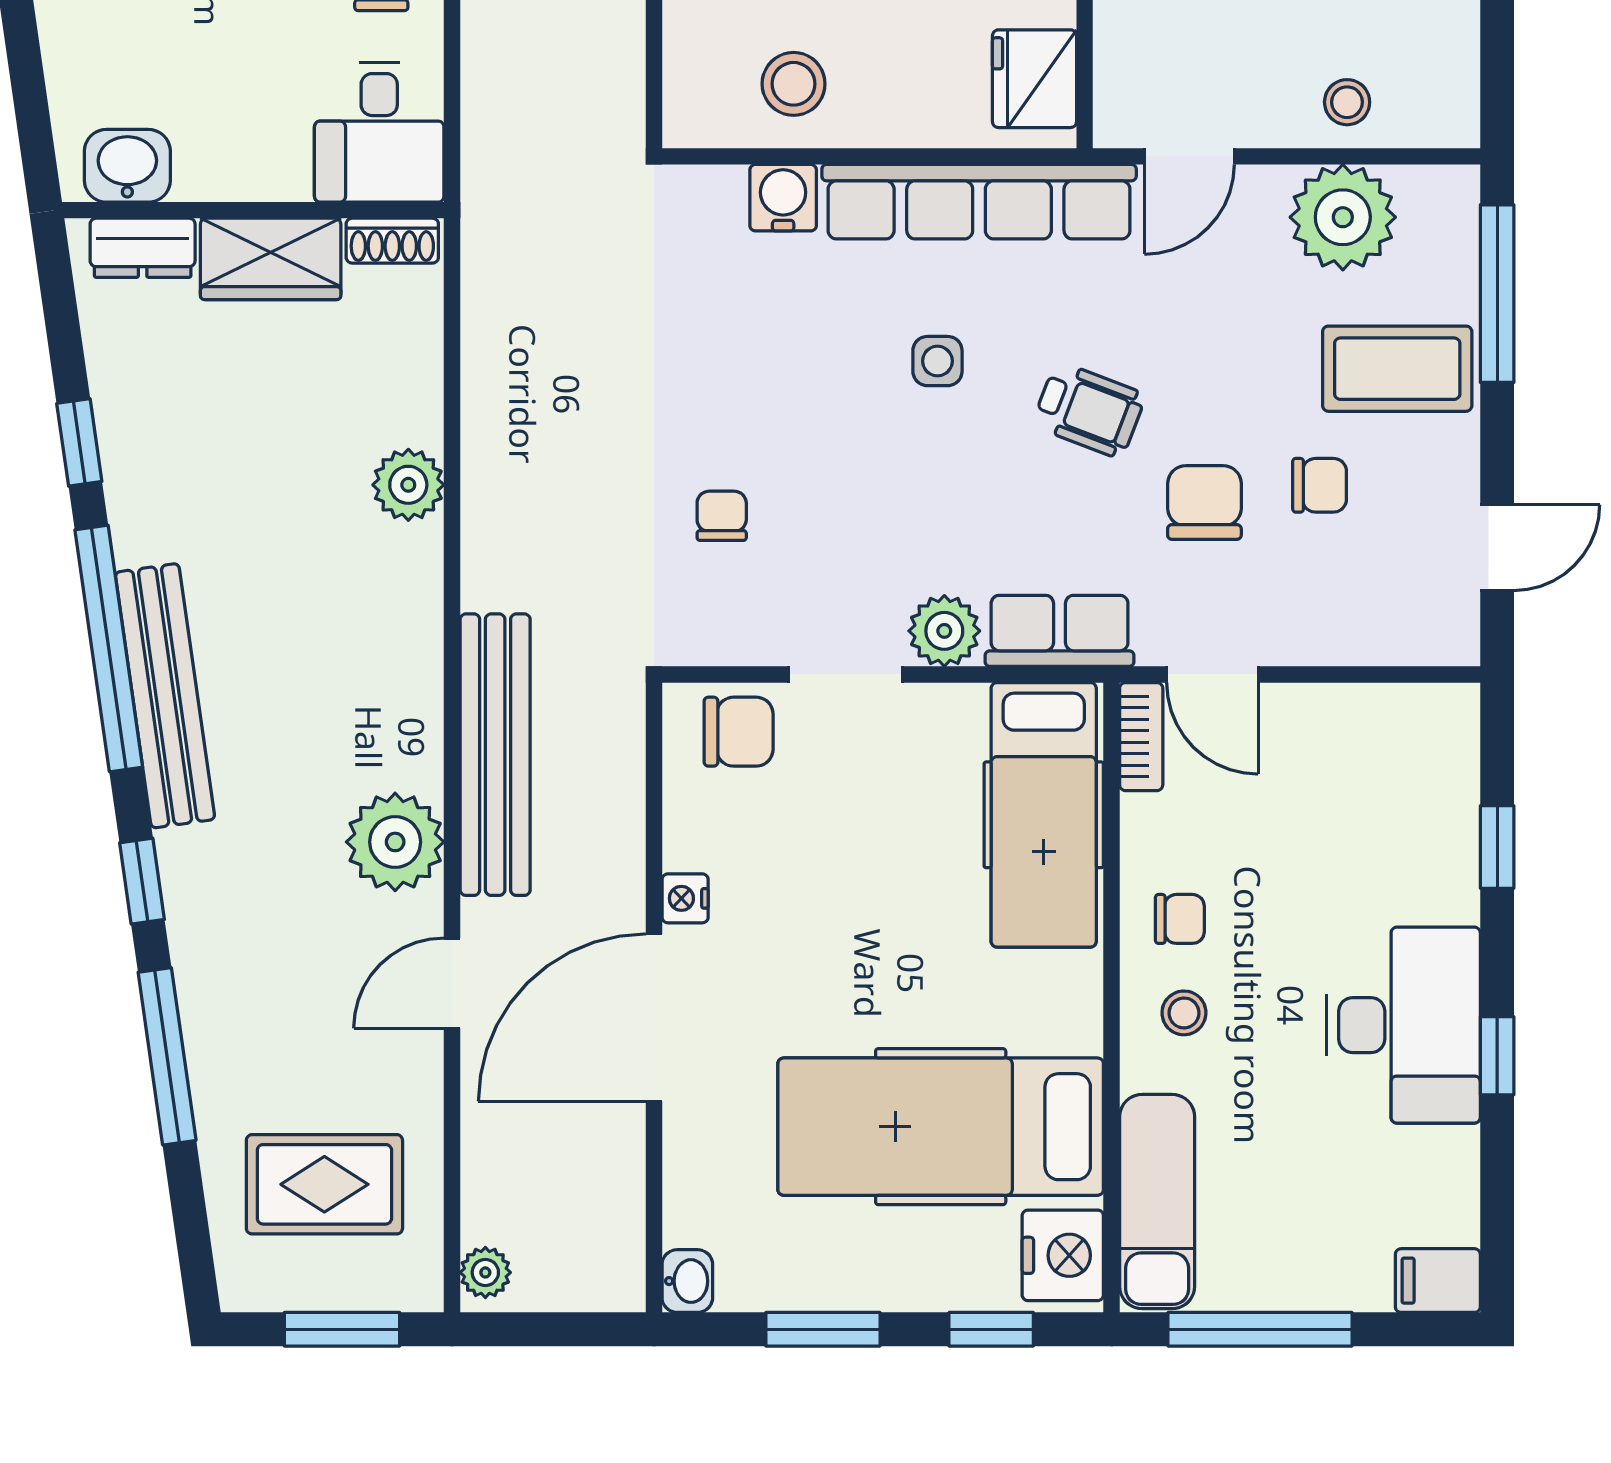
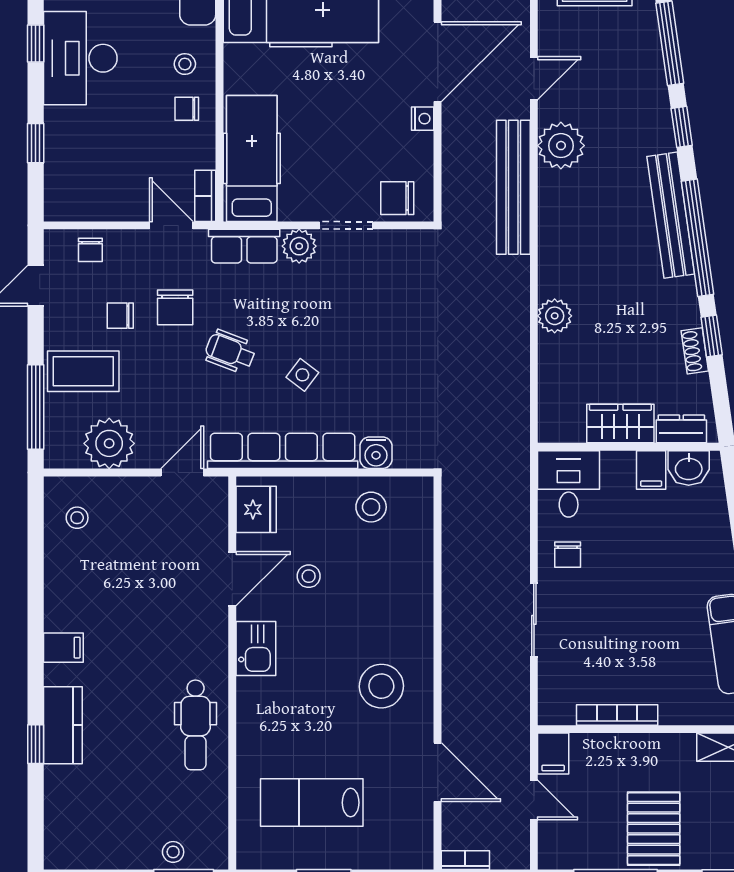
stool: (1347, 102) -> (77, 518), moved
filing cabinet: (206, 161) -> (651, 470), added
shoe rack: (392, 241) -> (695, 351), moved, turned -98
side table: (937, 361) -> (302, 375), turned 37
chair: (722, 516) -> (90, 250), moved

